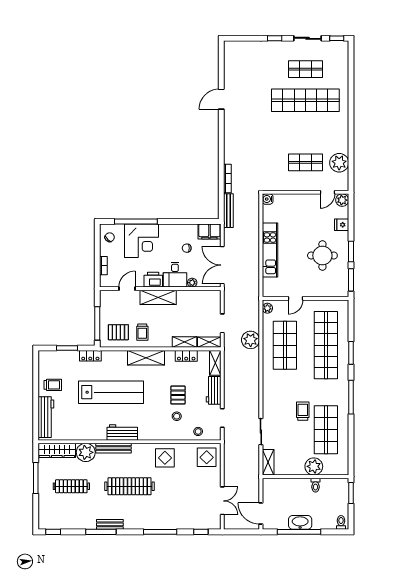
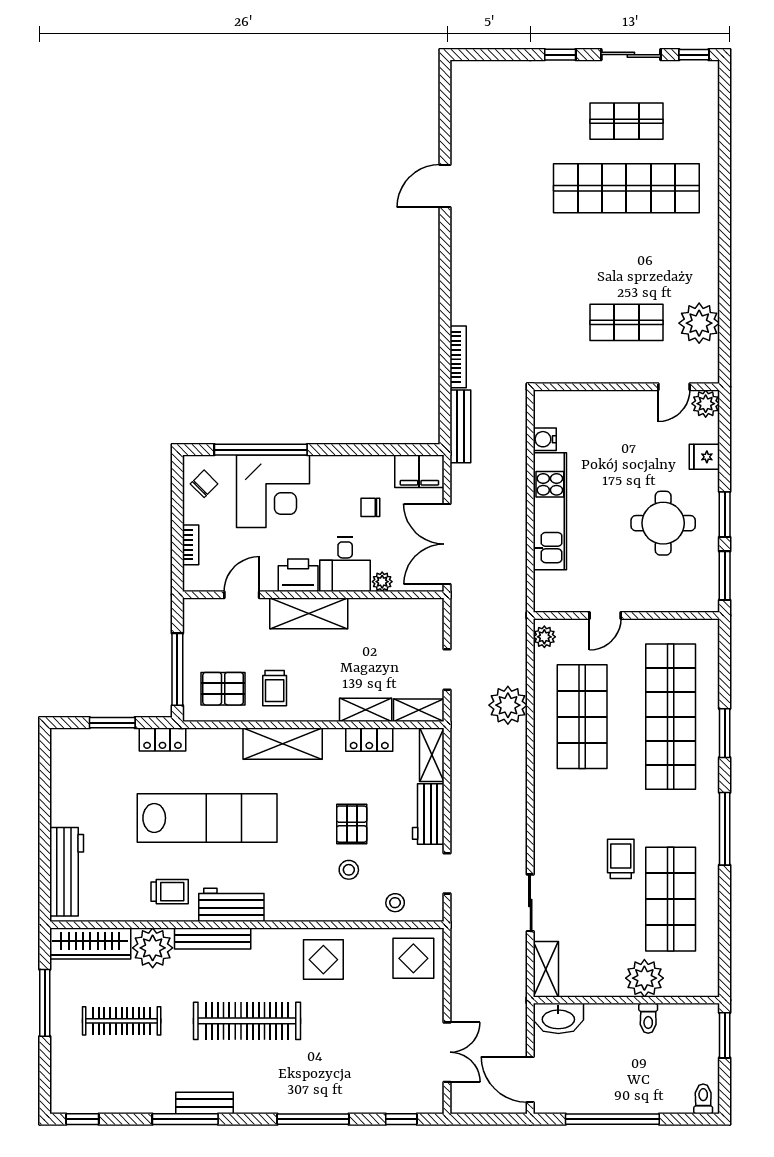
water cooler: (268, 199) -> (545, 439), moved
trolley: (53, 385) -> (170, 892), moved
washbasin: (300, 522) -> (558, 1018), moved, turned 180

